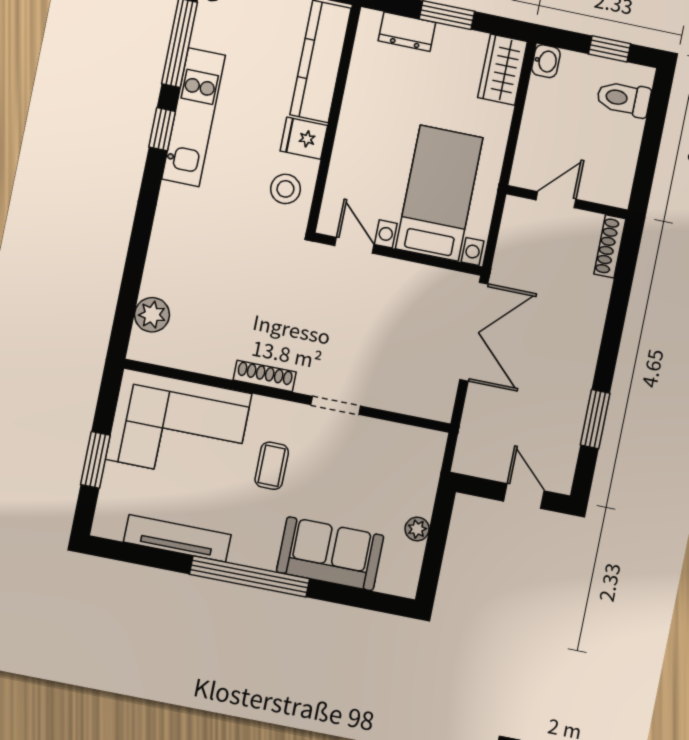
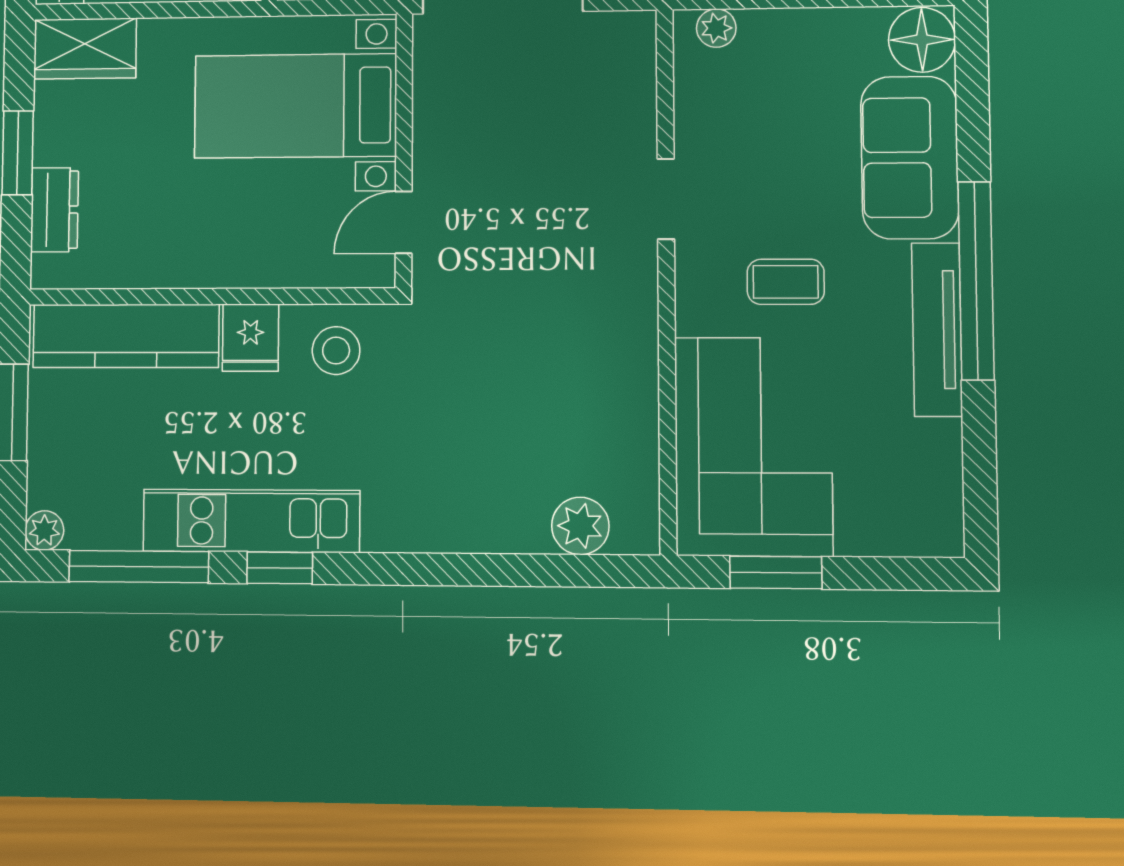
shoe rack: (265, 376) -> (642, 323), removed
window: (95, 460) -> (776, 572), moved
plant: (417, 529) -> (716, 28), moved
tv unit: (177, 538) -> (937, 330), moved
floor lamp: (398, 576) -> (922, 40), added

